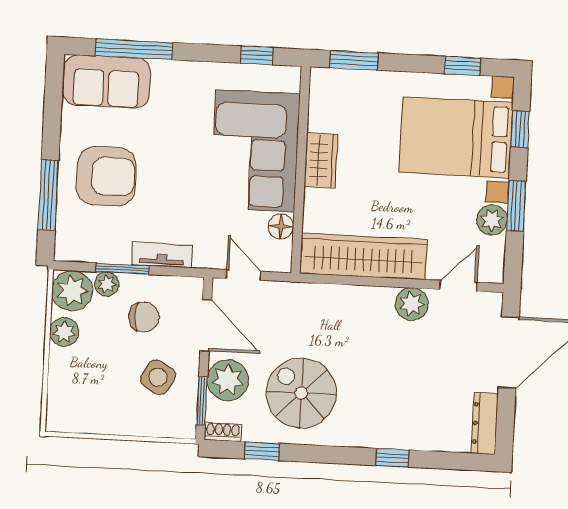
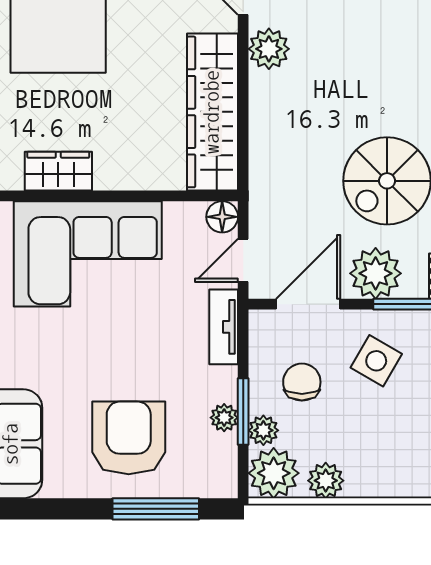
wardrobe: (321, 160) -> (58, 171), moved
floor lamp: (281, 226) -> (222, 217), moved
plant: (119, 253) -> (224, 418), added
tv unit: (162, 255) -> (224, 327), moved

